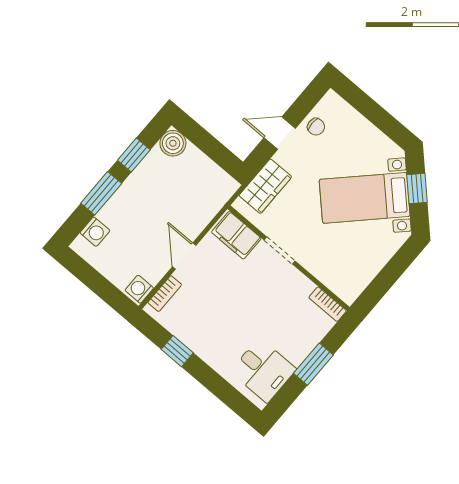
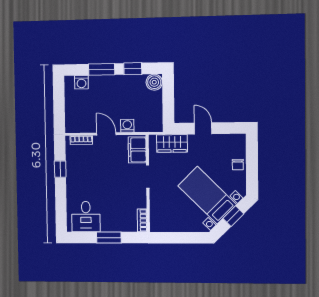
chair: (316, 127) -> (238, 165), moved
door: (184, 256) -> (106, 134), hinge flipped
washing machine: (139, 289) -> (127, 126), moved

